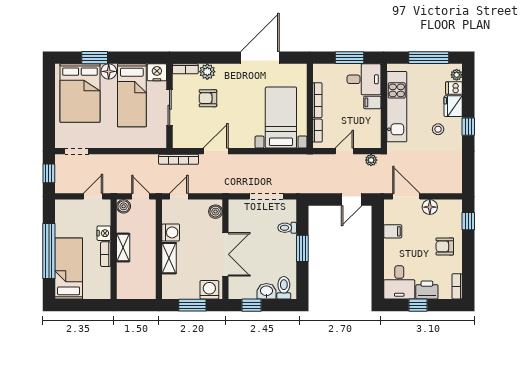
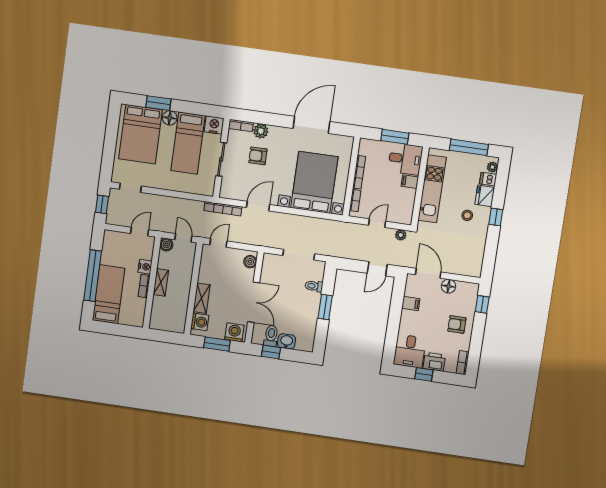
bed with nightstands: (281, 118) -> (314, 182), width x1.36
washing machine: (171, 232) -> (200, 322), moved
toilet: (284, 288) -> (271, 336), moved

